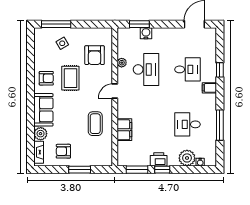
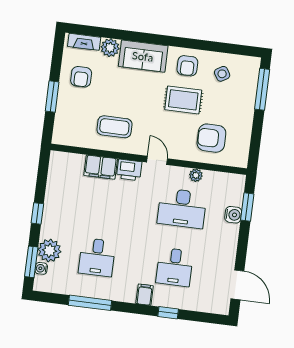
side table: (62, 43) -> (222, 74), moved
desk: (188, 124) -> (97, 257), turned 180
armchair: (63, 151) -> (81, 77), turned 180
printer: (159, 159) -> (129, 170), moved, turned 90
window: (137, 170) -> (31, 262), moved

